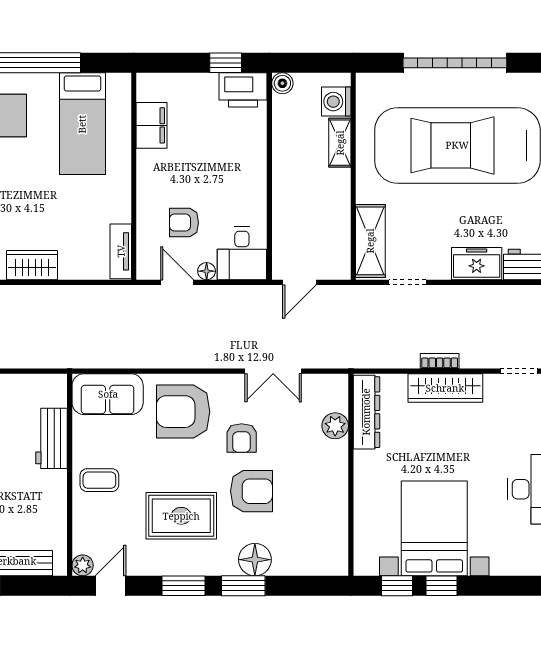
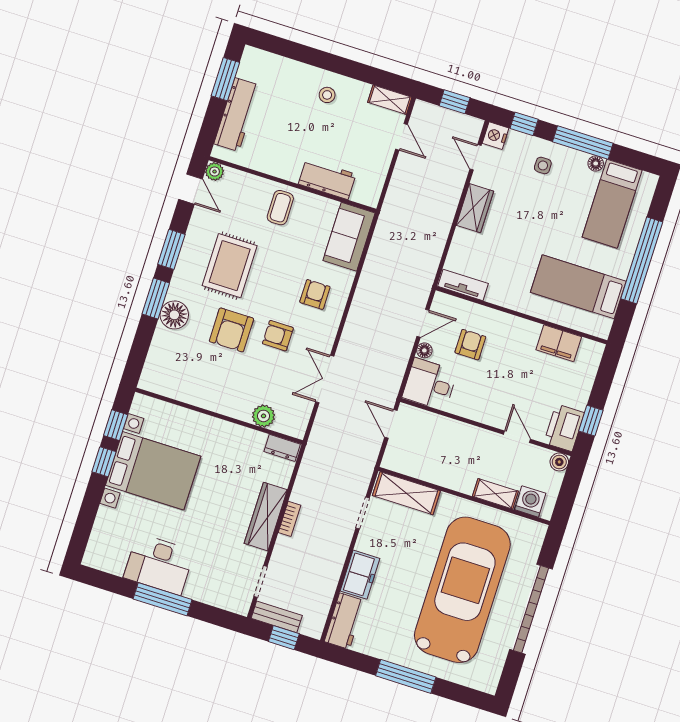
door: (269, 139) -> (517, 437), added
armchair: (183, 412) -> (315, 294), width x0.53, depth x0.53
dresser: (366, 412) -> (282, 448), width x0.51, depth x0.80

